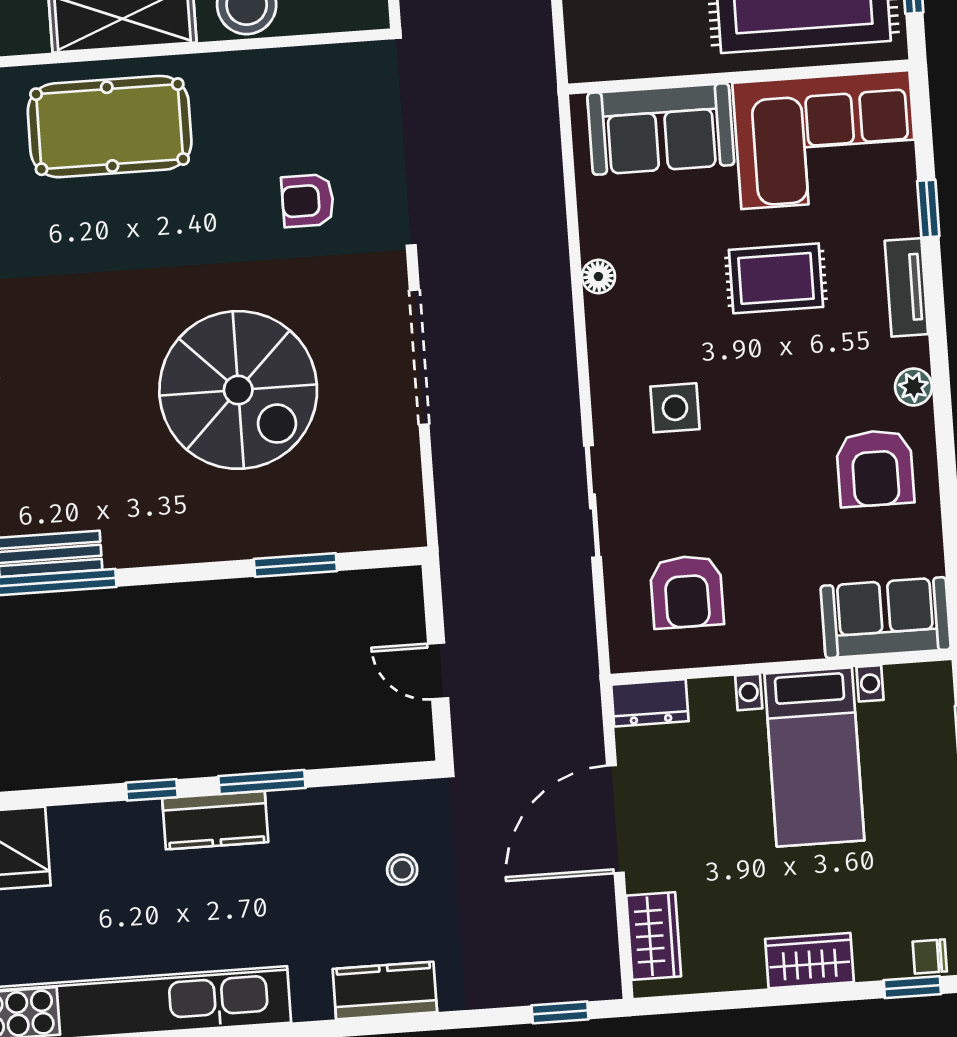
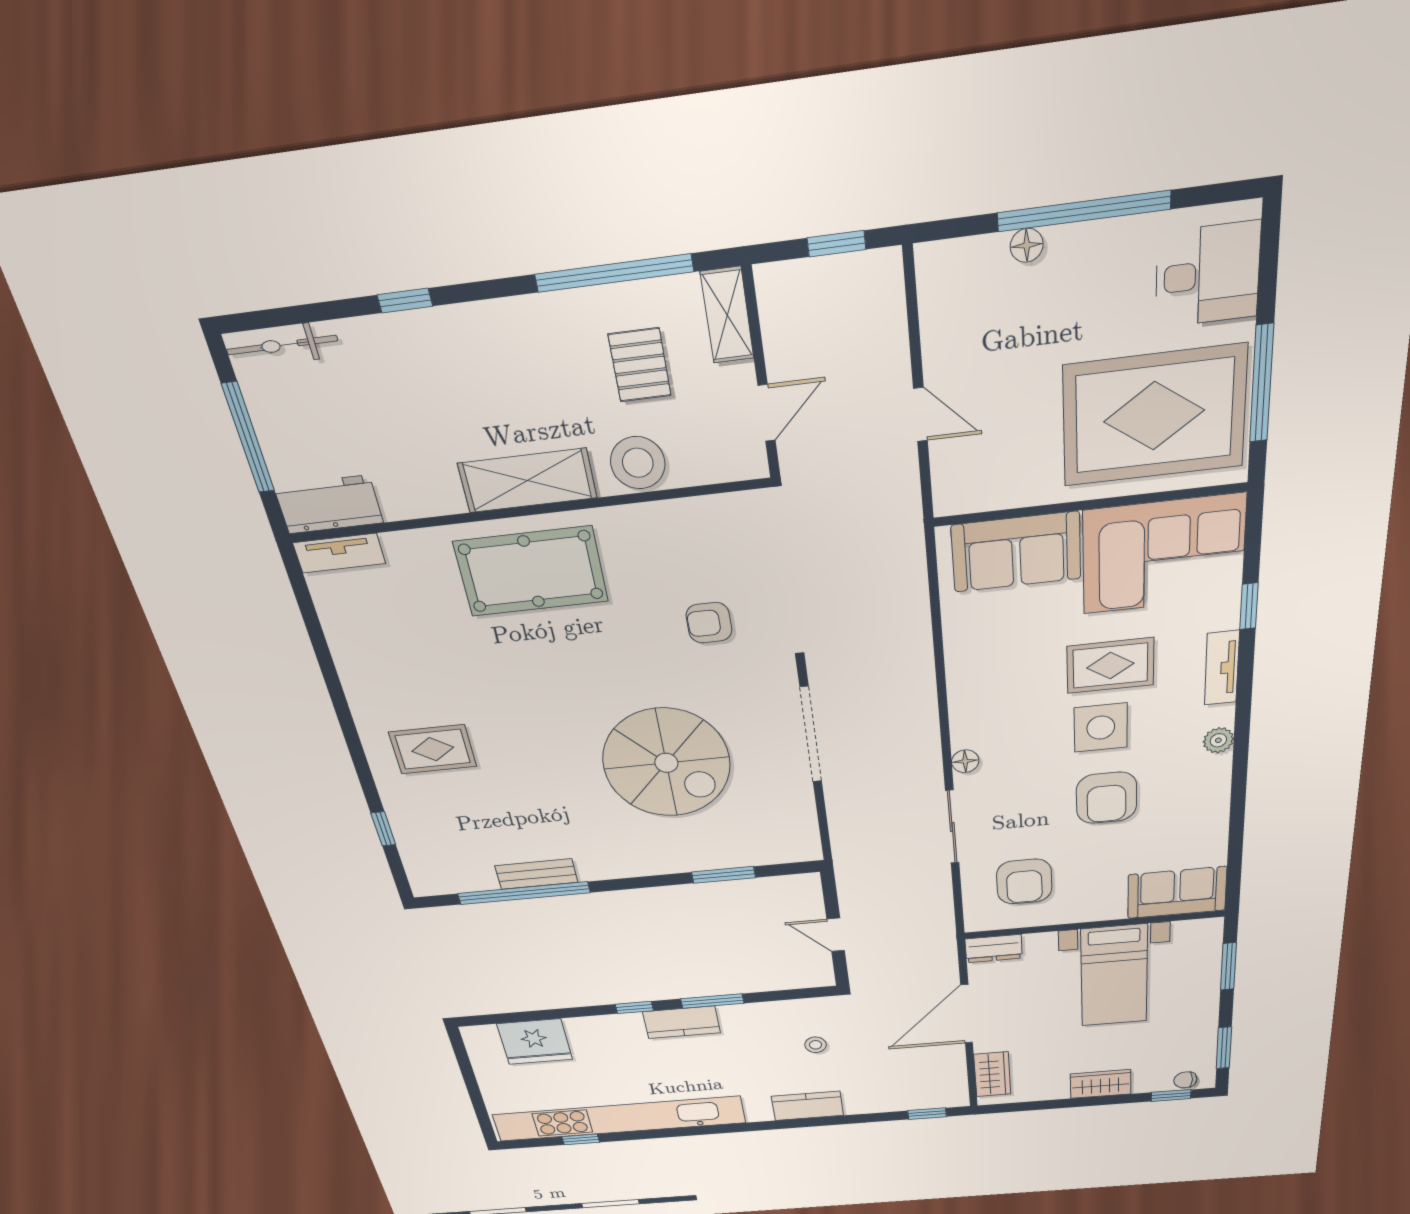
floor lamp: (598, 277) -> (965, 761), moved
side table: (675, 408) -> (1101, 728), moved, width x1.37, depth x1.37
armchair: (875, 468) -> (1106, 798), moved

